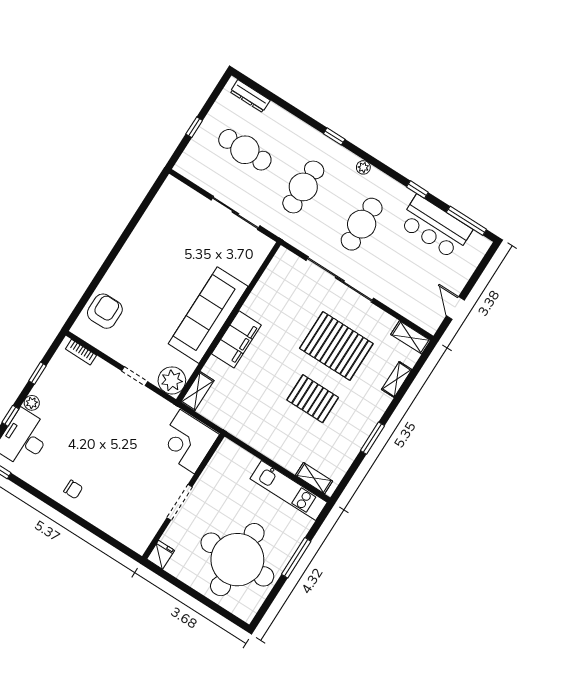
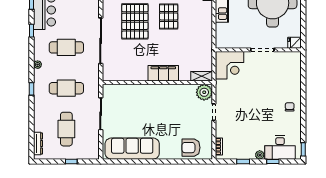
sofa: (208, 315) -> (132, 149), moved, turned 180

